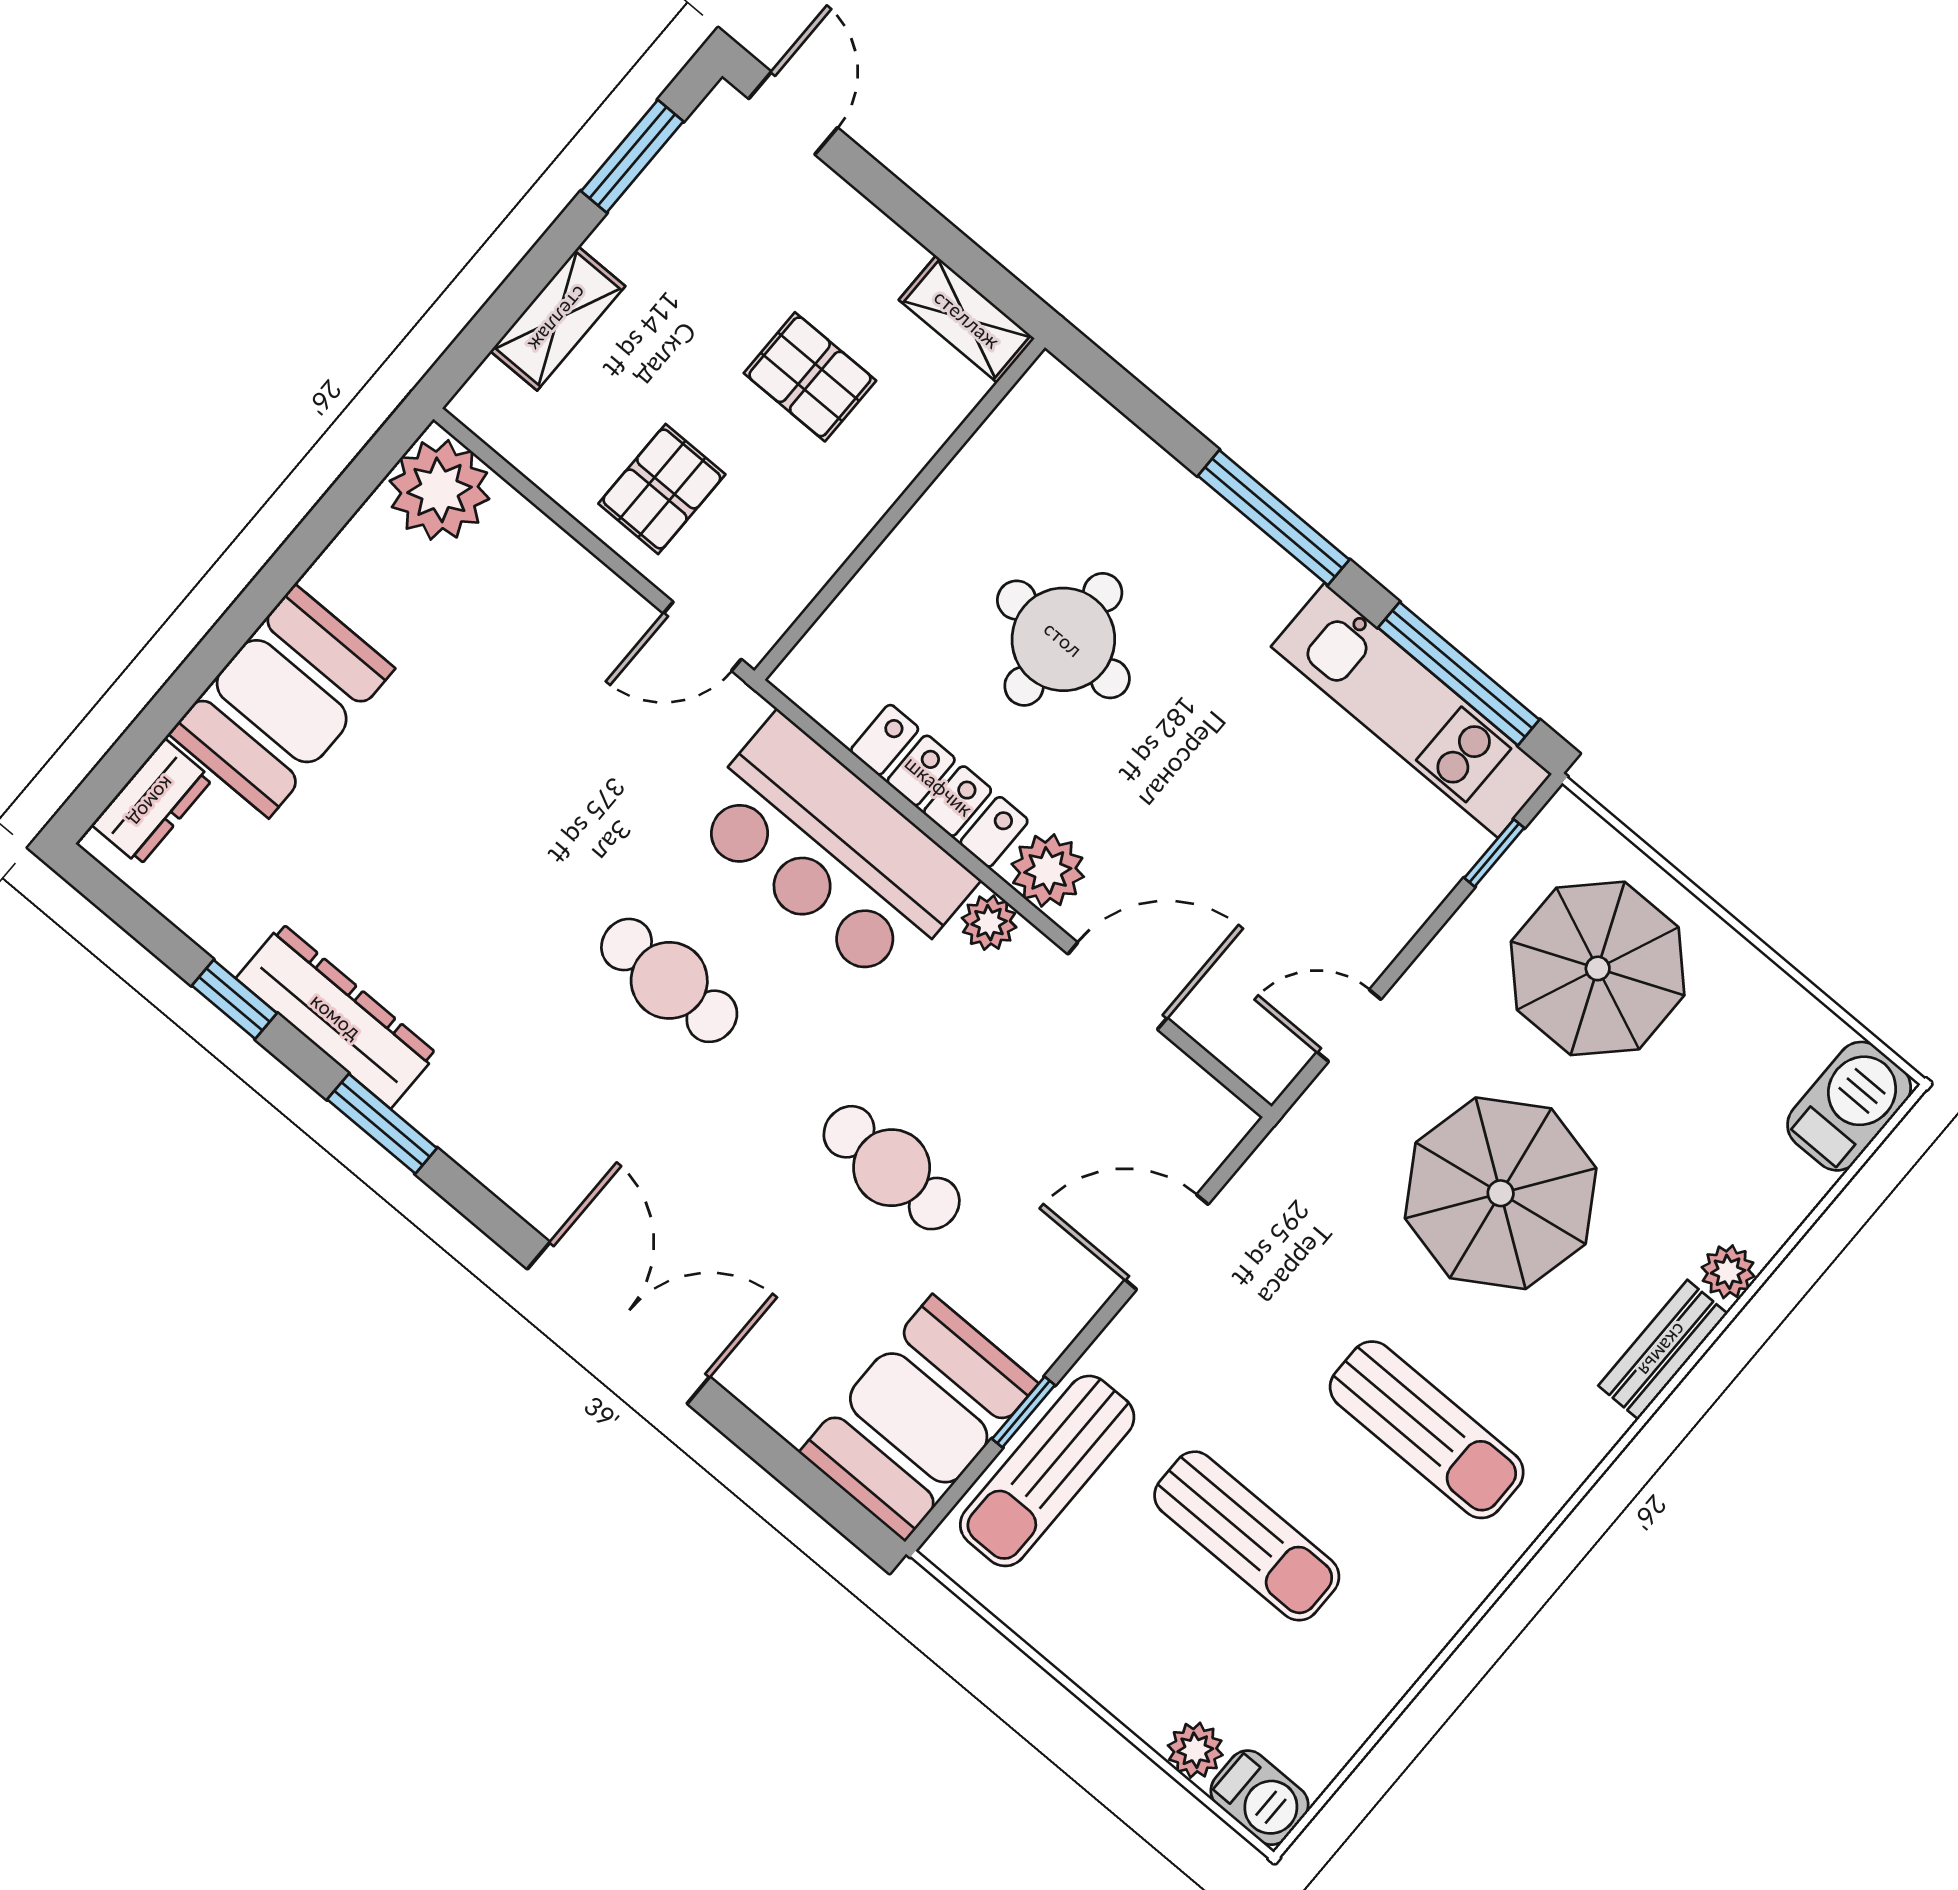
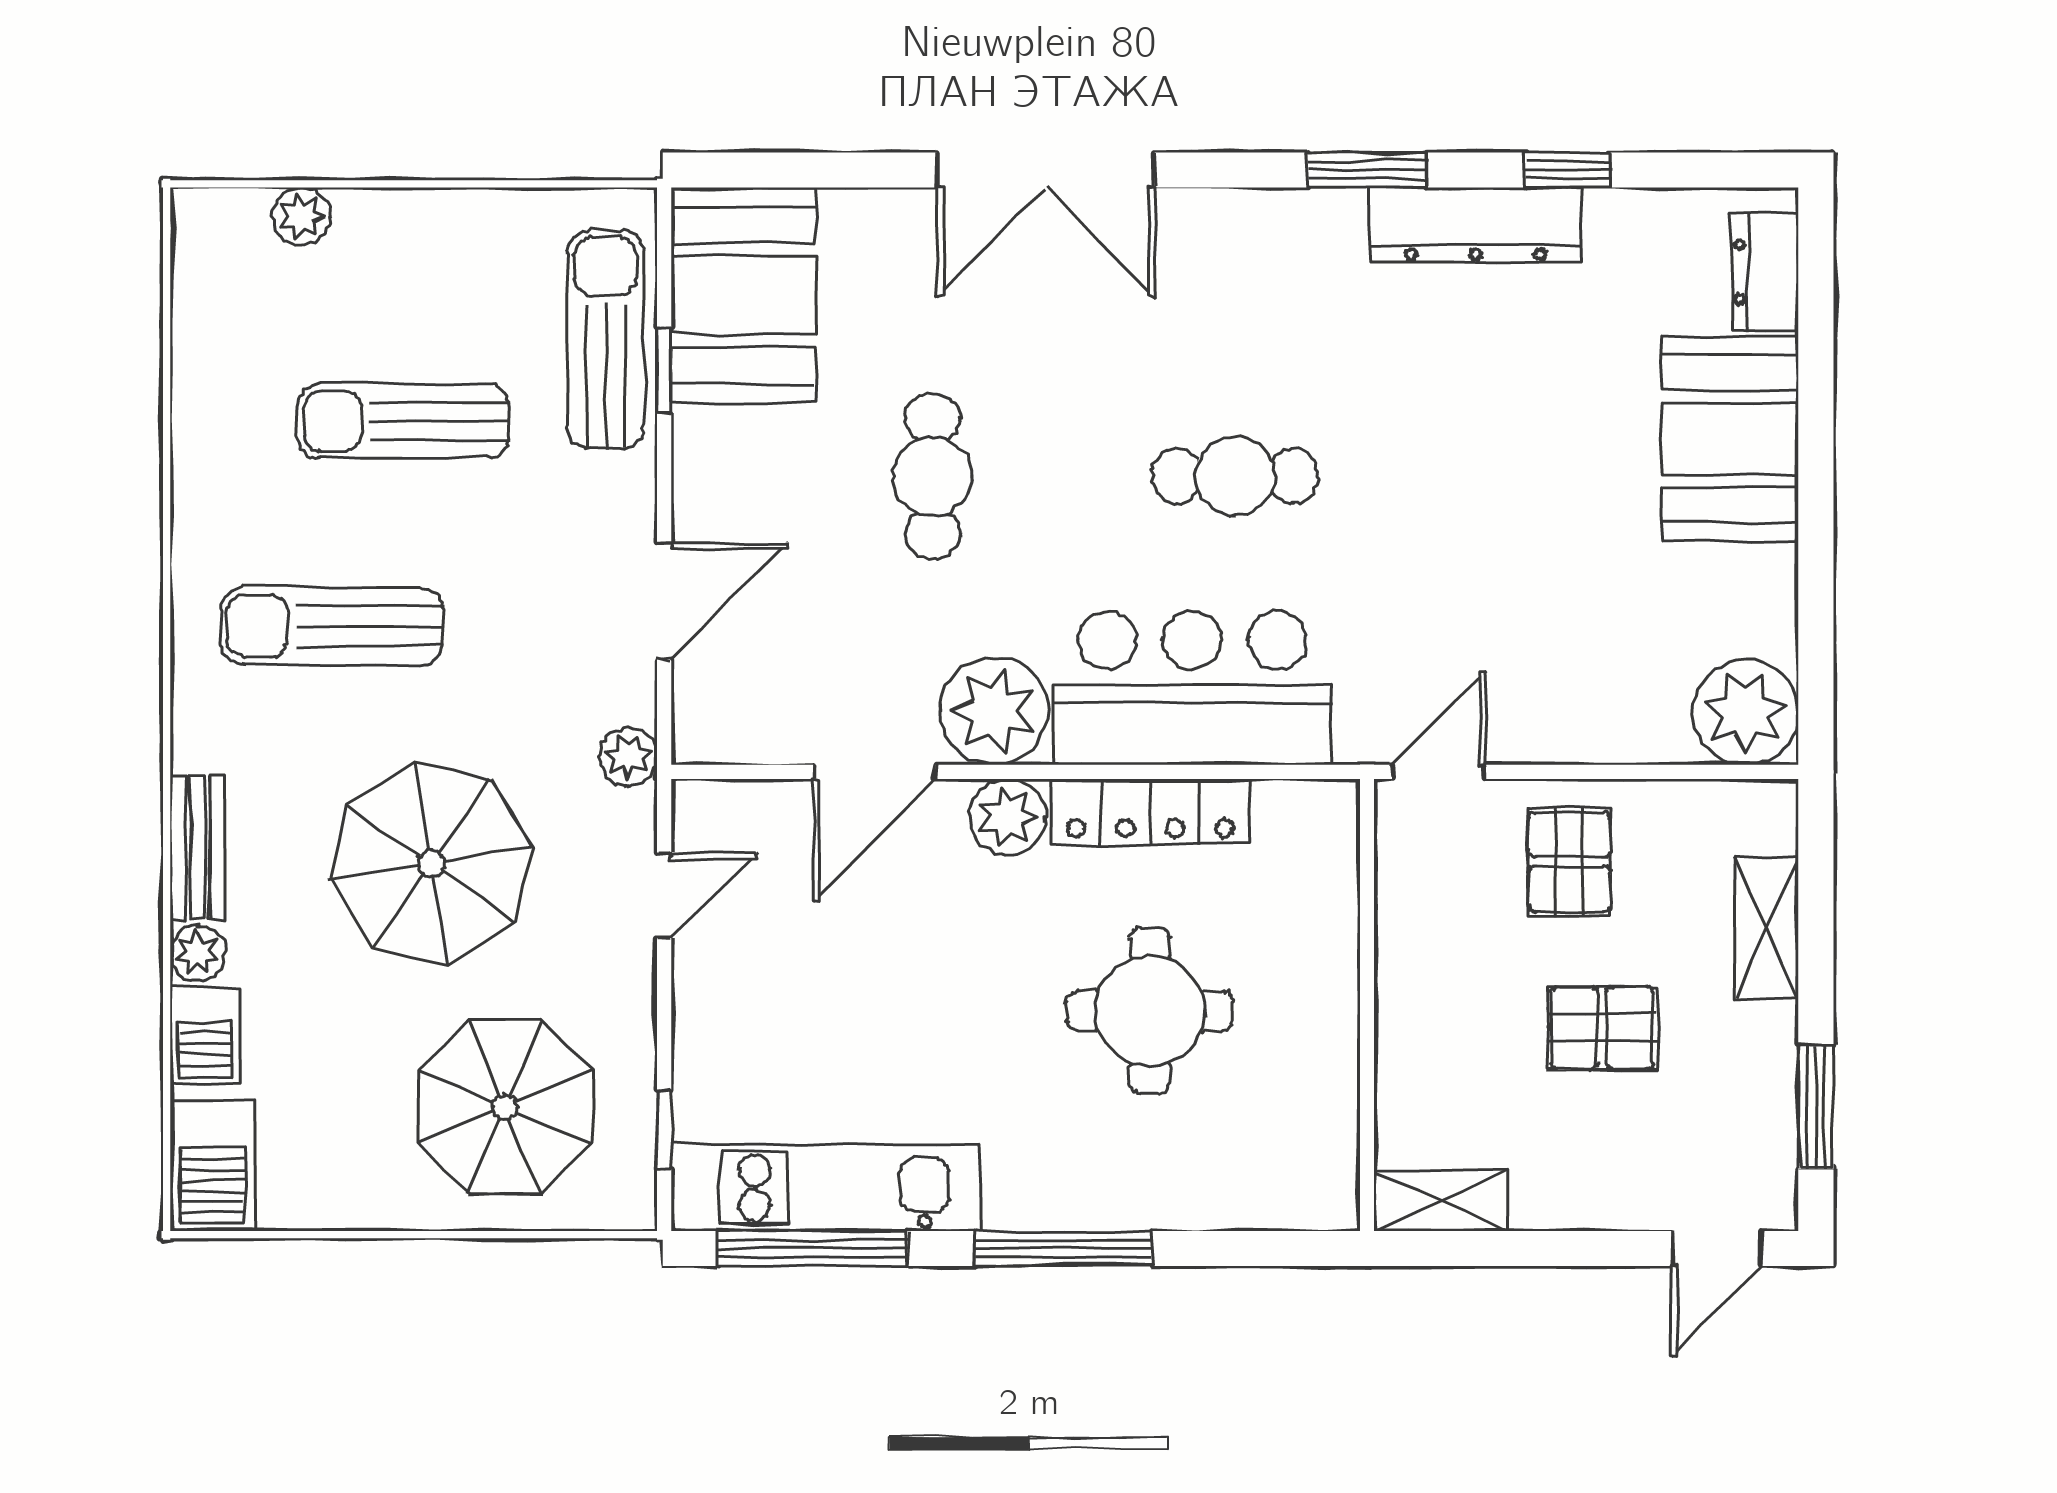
door: (793, 113) -> (1717, 1249), hinge flipped
pallet: (810, 377) -> (1602, 1028), moved
plant: (989, 923) -> (994, 711), width x1.87, depth x1.87
plant: (1290, 1150) -> (628, 757), added
cafe table: (892, 1168) -> (933, 476), turned 90
barbecue: (1260, 1798) -> (204, 1035), moved, turned -90

